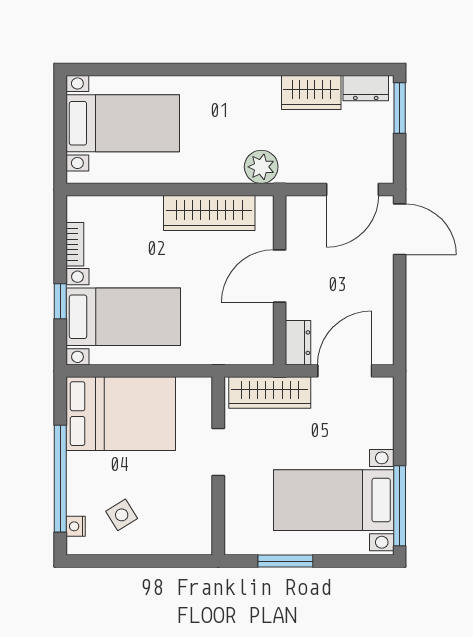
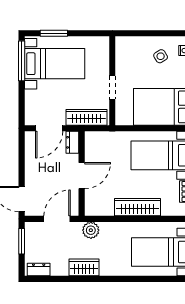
wardrobe: (311, 93) -> (84, 267), moved
window: (400, 108) -> (22, 241), moved
door: (353, 189) -> (57, 219), moved
wardrobe: (209, 213) -> (137, 207), moved
window: (285, 561) -> (54, 33), moved

